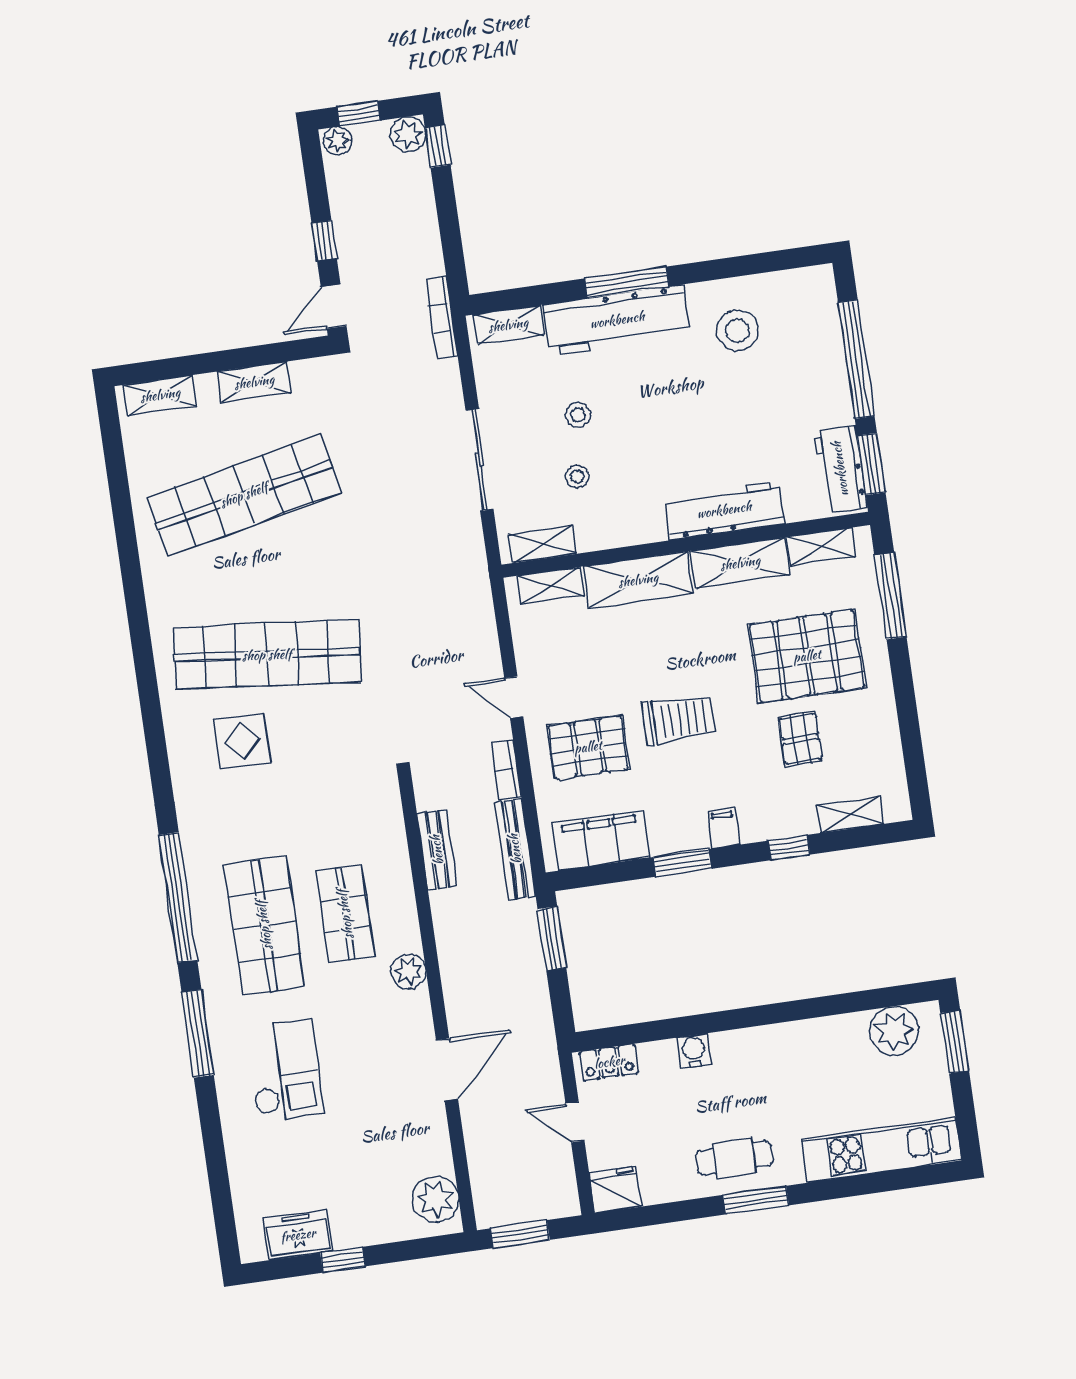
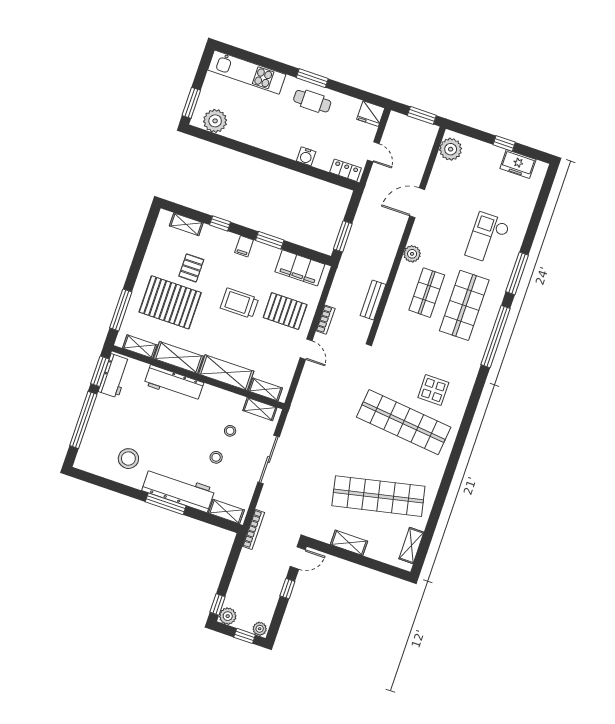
shelving: (160, 395) -> (411, 545), moved, turned 90
bench: (515, 849) -> (339, 283), removed

